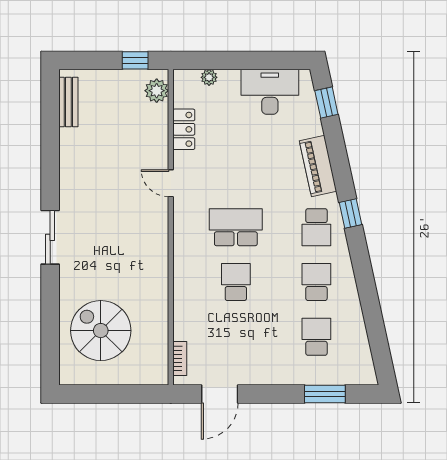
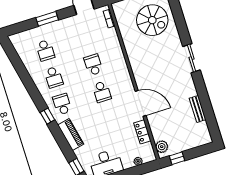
bench: (68, 102) -> (198, 109), moved
door: (171, 183) -> (141, 103), width x1.88
school desk: (236, 227) -> (102, 92), width x0.54
school desk: (236, 282) -> (93, 65), turned 180
window: (325, 394) -> (47, 19), moved

